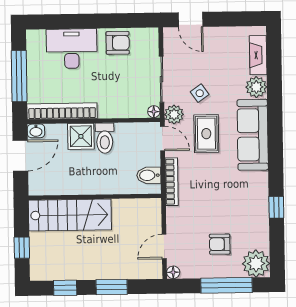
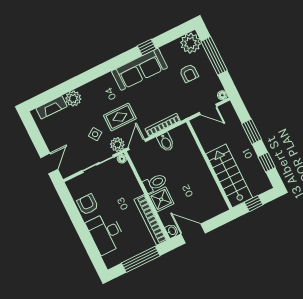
sofa: (253, 135) -> (140, 69), moved
wall: (95, 197) -> (209, 165), moved
stairs: (70, 215) -> (229, 176), moved

